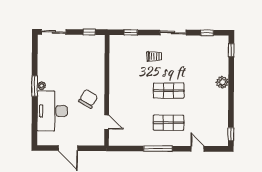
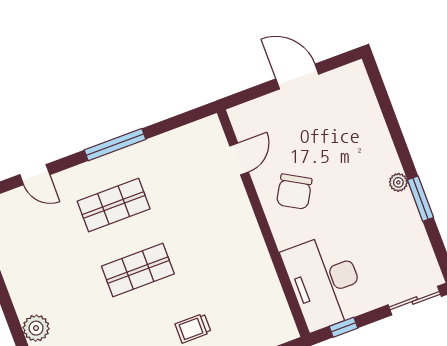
window: (35, 86) -> (420, 199), moved
desk: (52, 111) -> (325, 282), moved, turned 180
door: (107, 122) -> (239, 159), swing flipped

